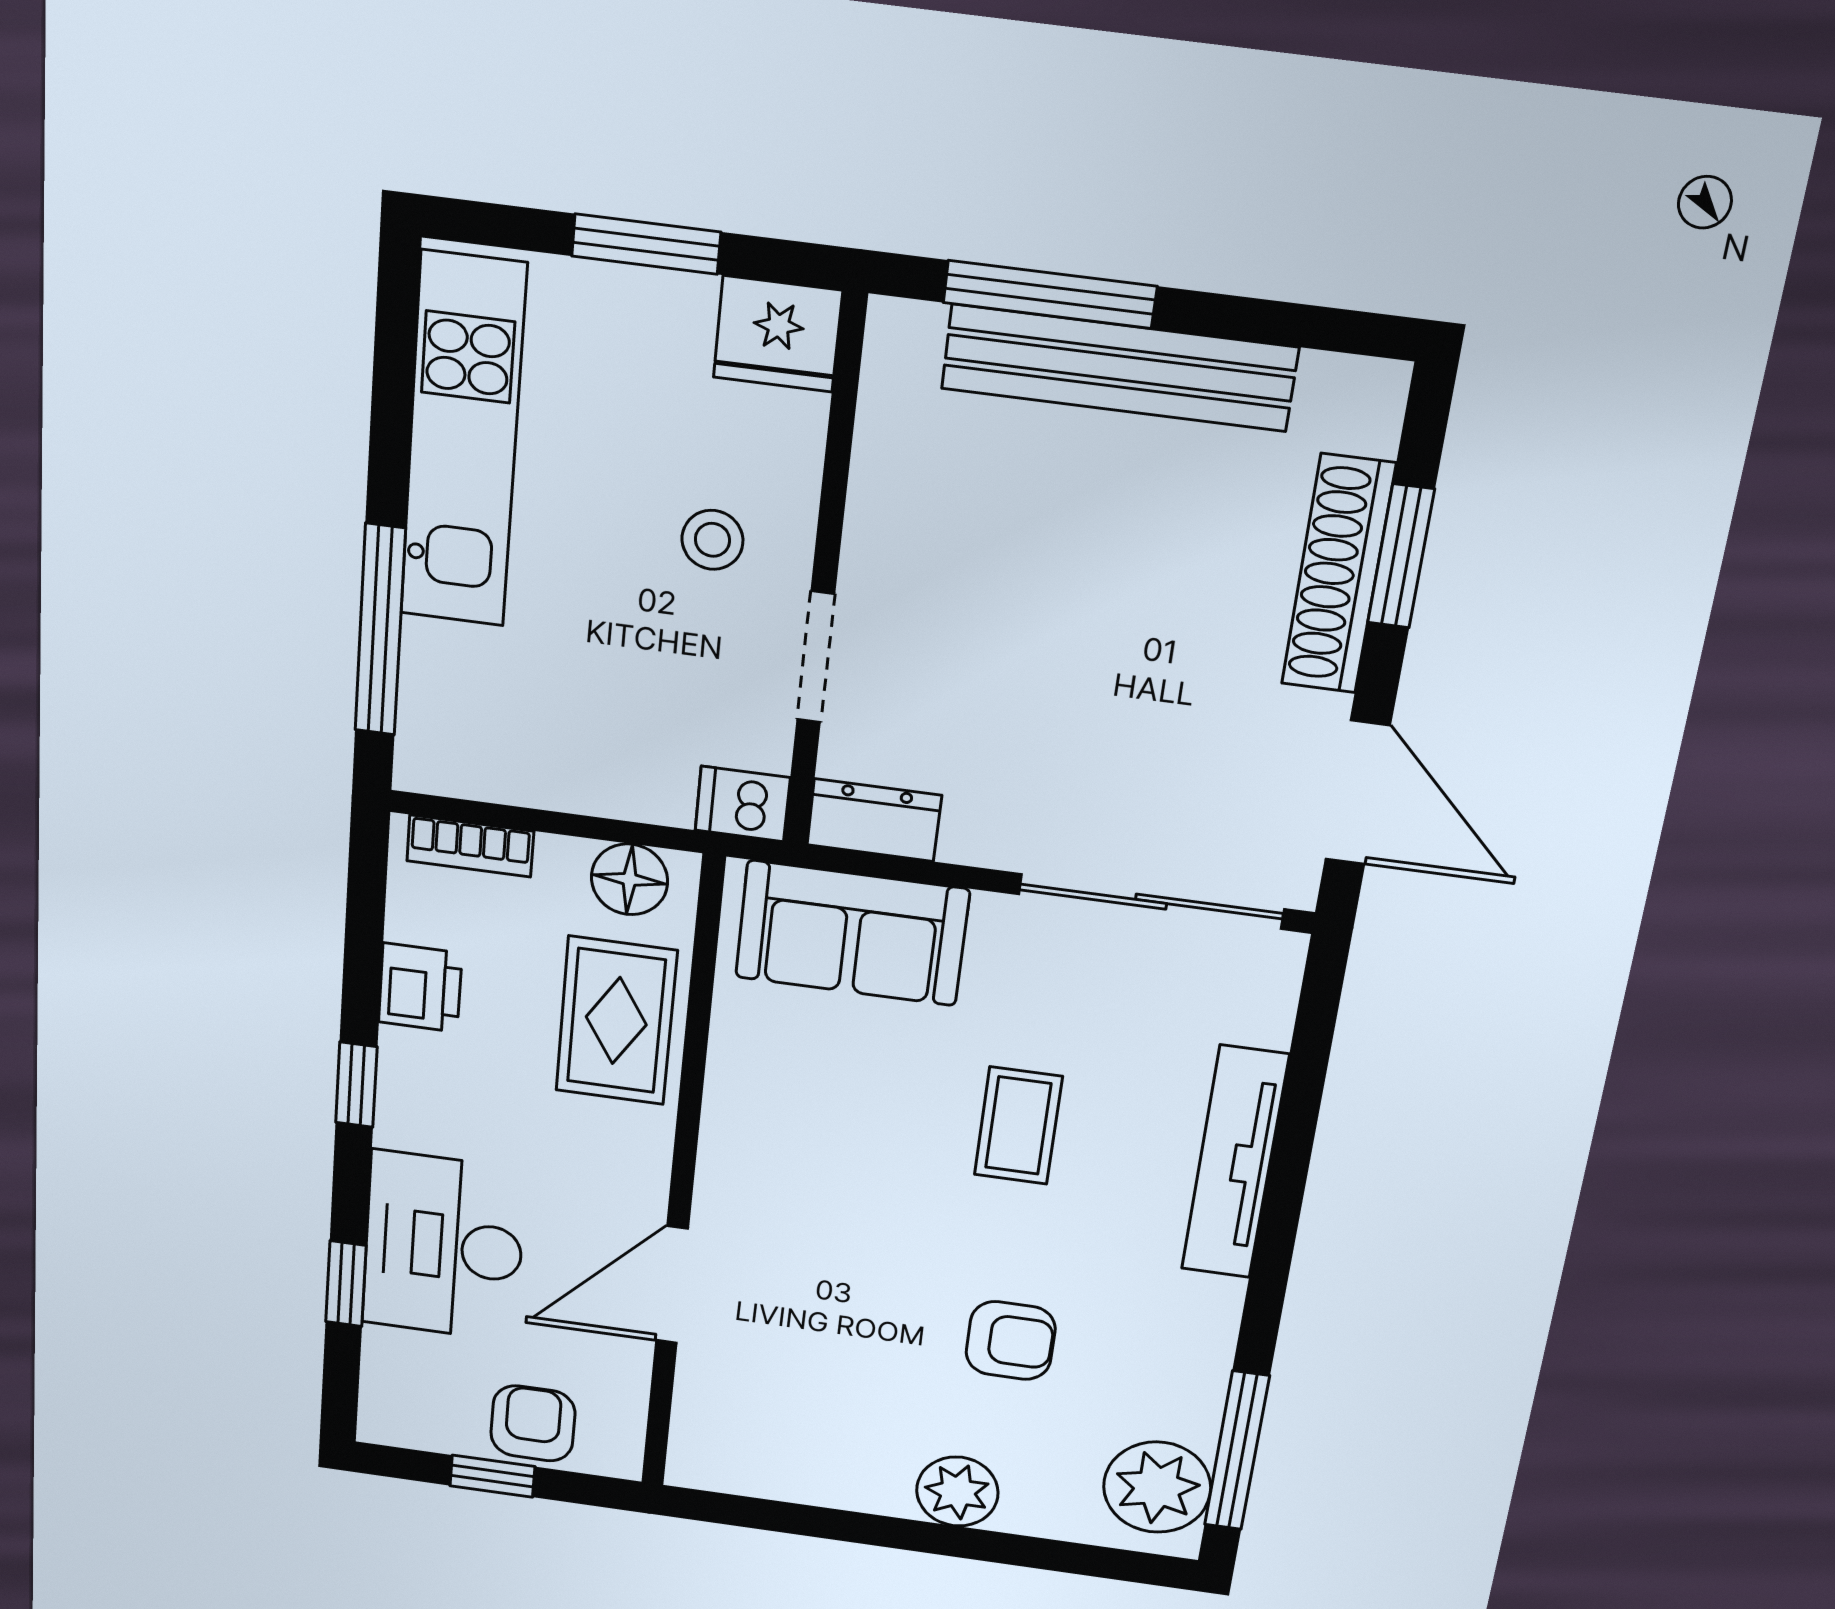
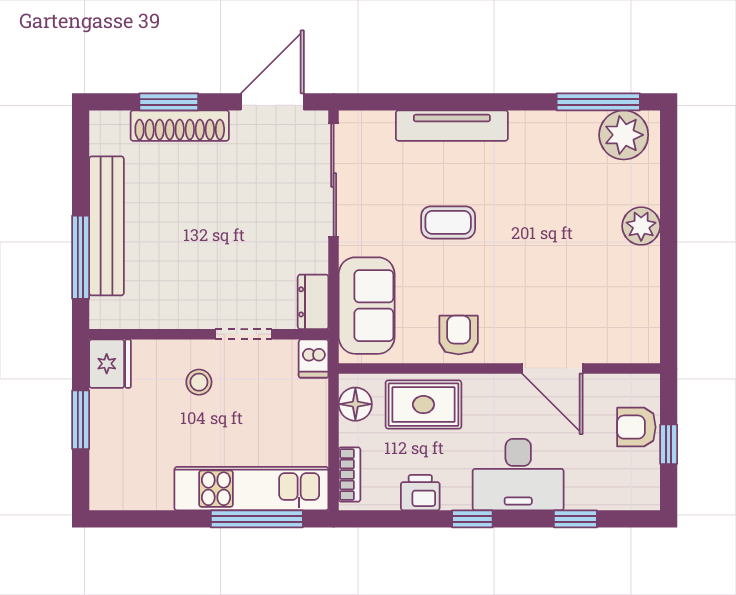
kitchen unit: (463, 441) -> (251, 489), moved
desk: (444, 1246) -> (518, 475), moved
armchair: (1011, 1341) -> (459, 335), moved

